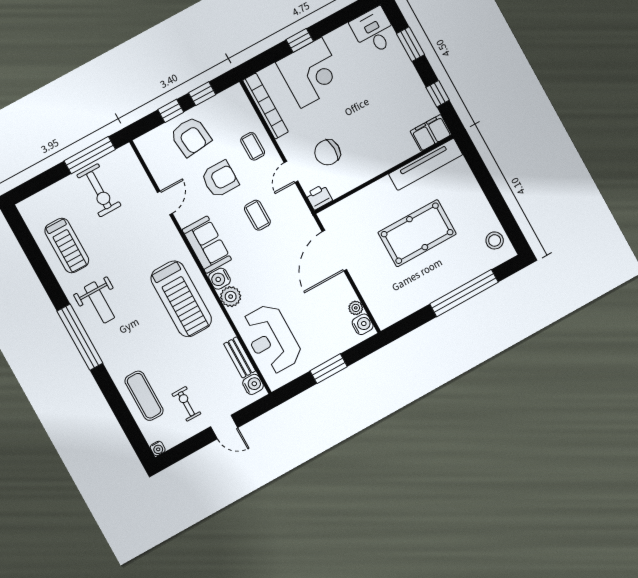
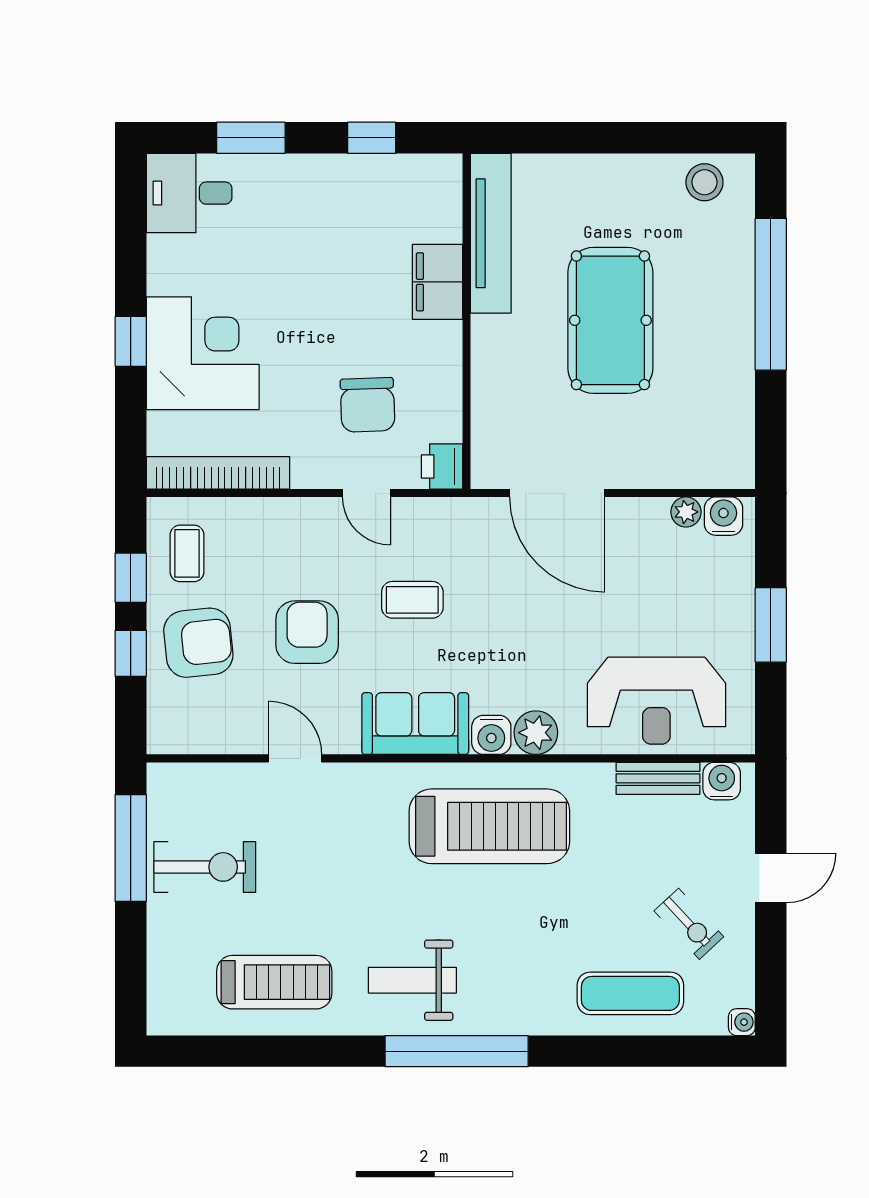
filing cabinet: (431, 133) -> (437, 282), moved
coffee table: (253, 146) -> (187, 553), moved, turned 90
weight bench: (99, 302) -> (412, 980), turned 180
exercise bike: (186, 404) -> (689, 924), turned -133

